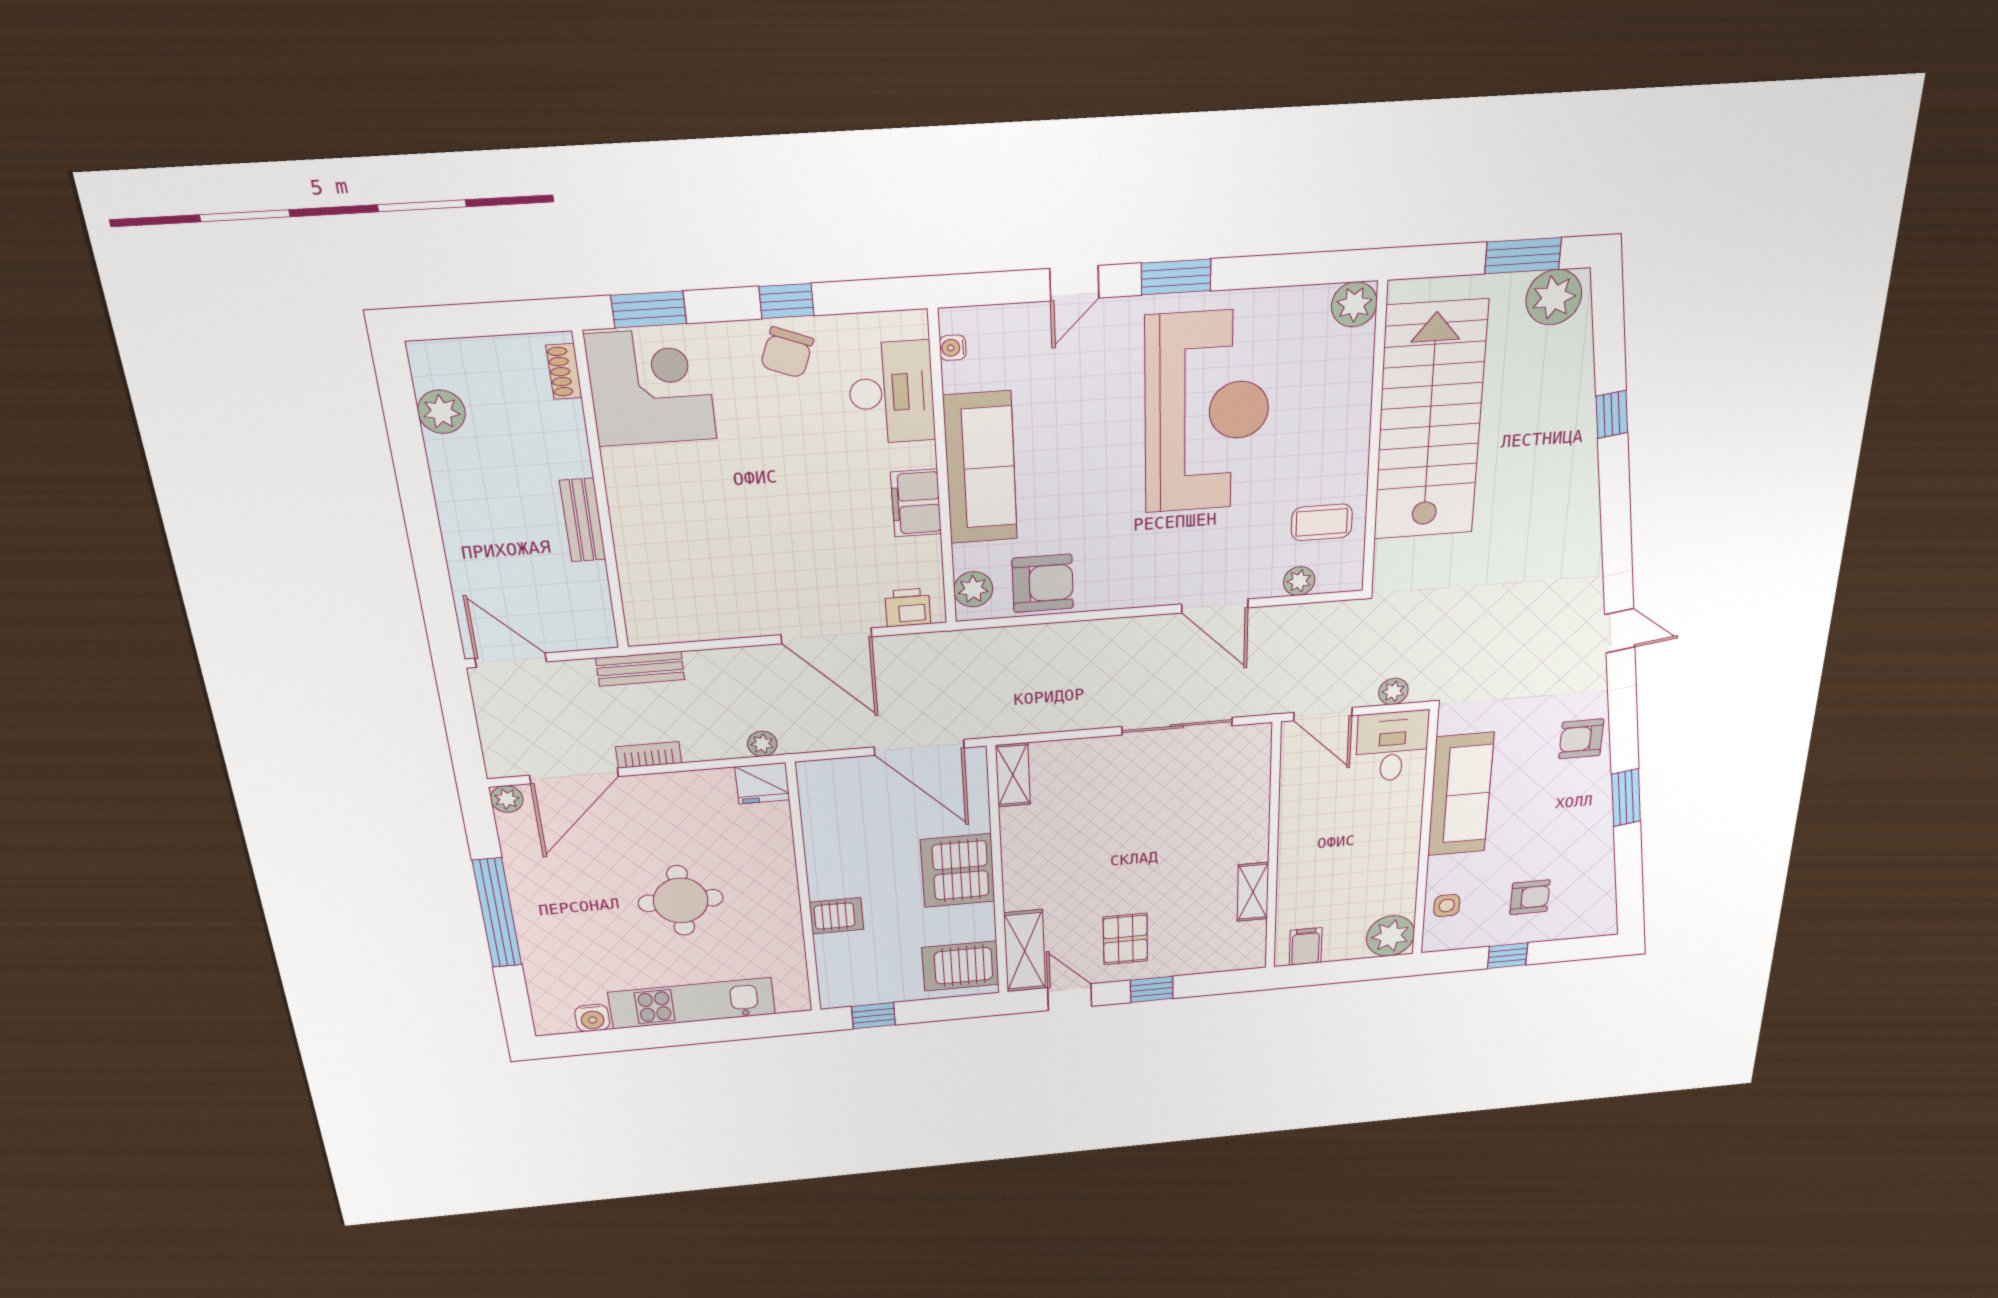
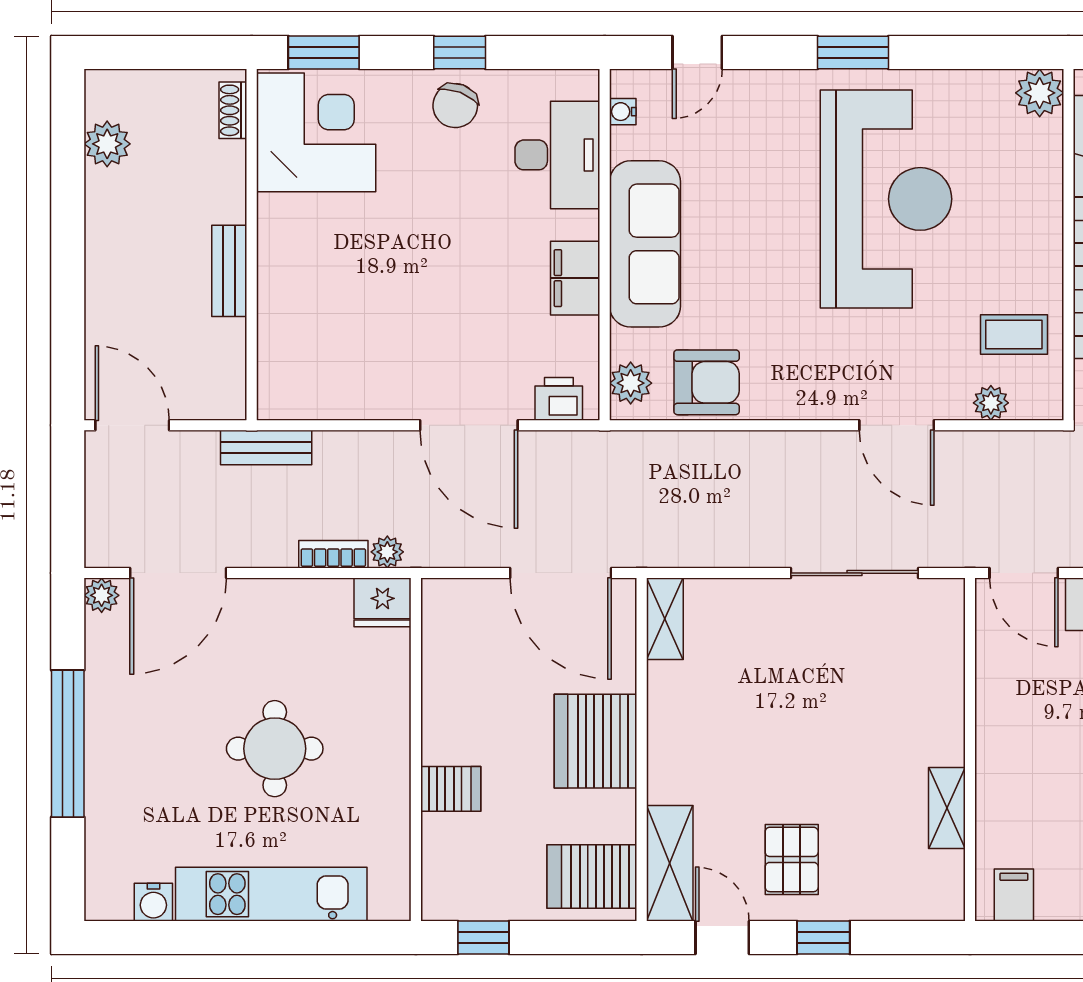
door: (1074, 283) -> (697, 53), moved
bookcase: (649, 755) -> (333, 554), moved

